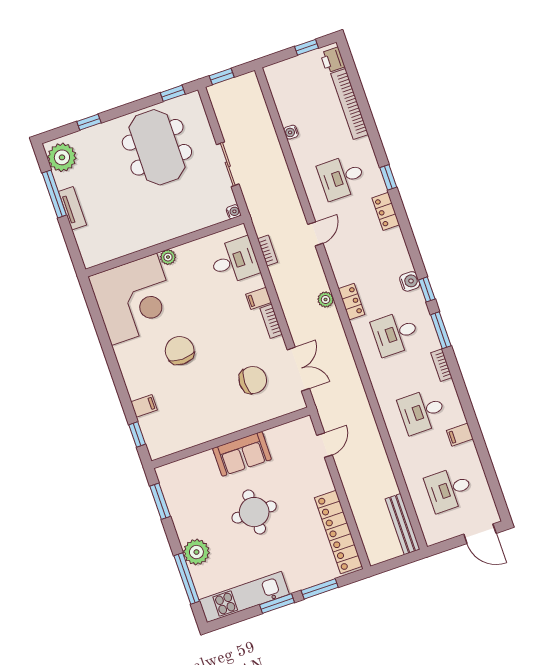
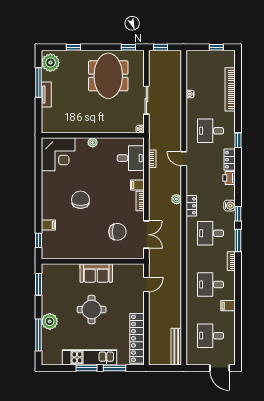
printer: (333, 60) -> (229, 178), moved
door: (315, 234) -> (184, 159), swing flipped
corner desk: (134, 299) -> (58, 154), width x0.74, depth x0.74
kitchen unit: (244, 597) -> (89, 357), moved

